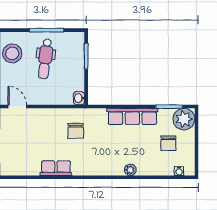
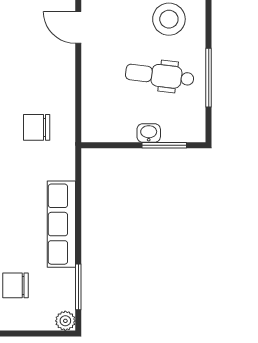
washbasin: (79, 98) -> (149, 133), moved
door: (17, 107) -> (78, 28), swing flipped
plant: (184, 119) -> (65, 321), width x0.53, depth x0.53

